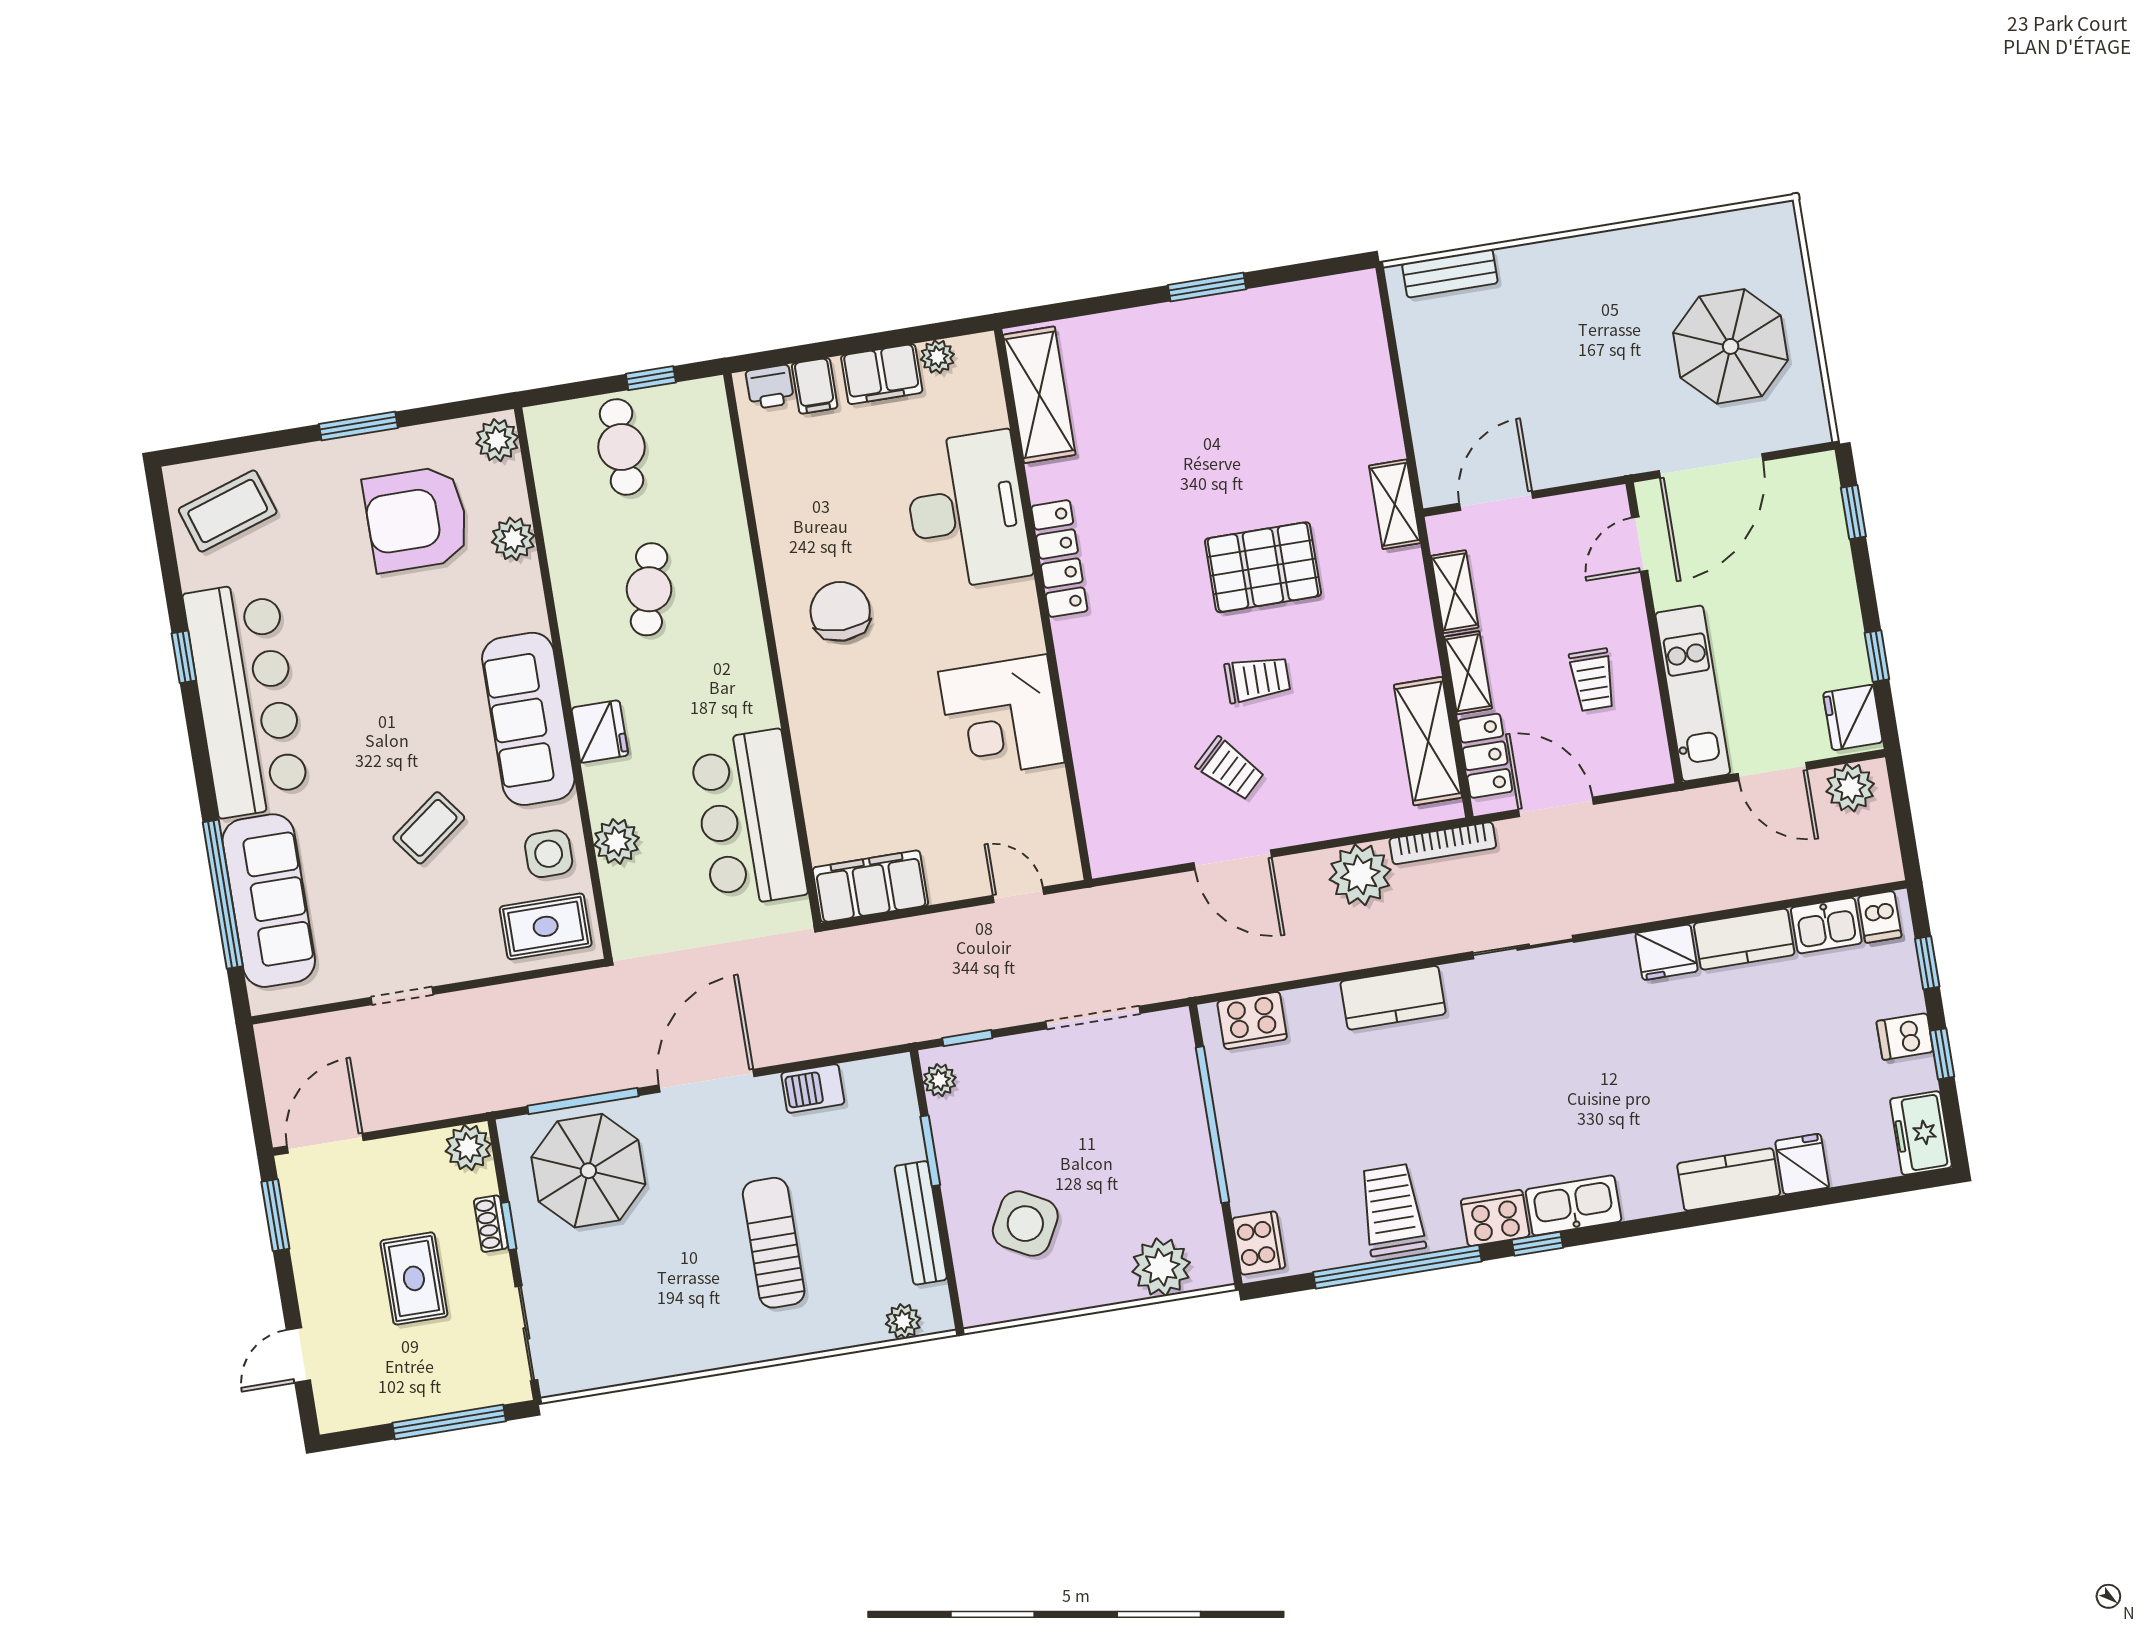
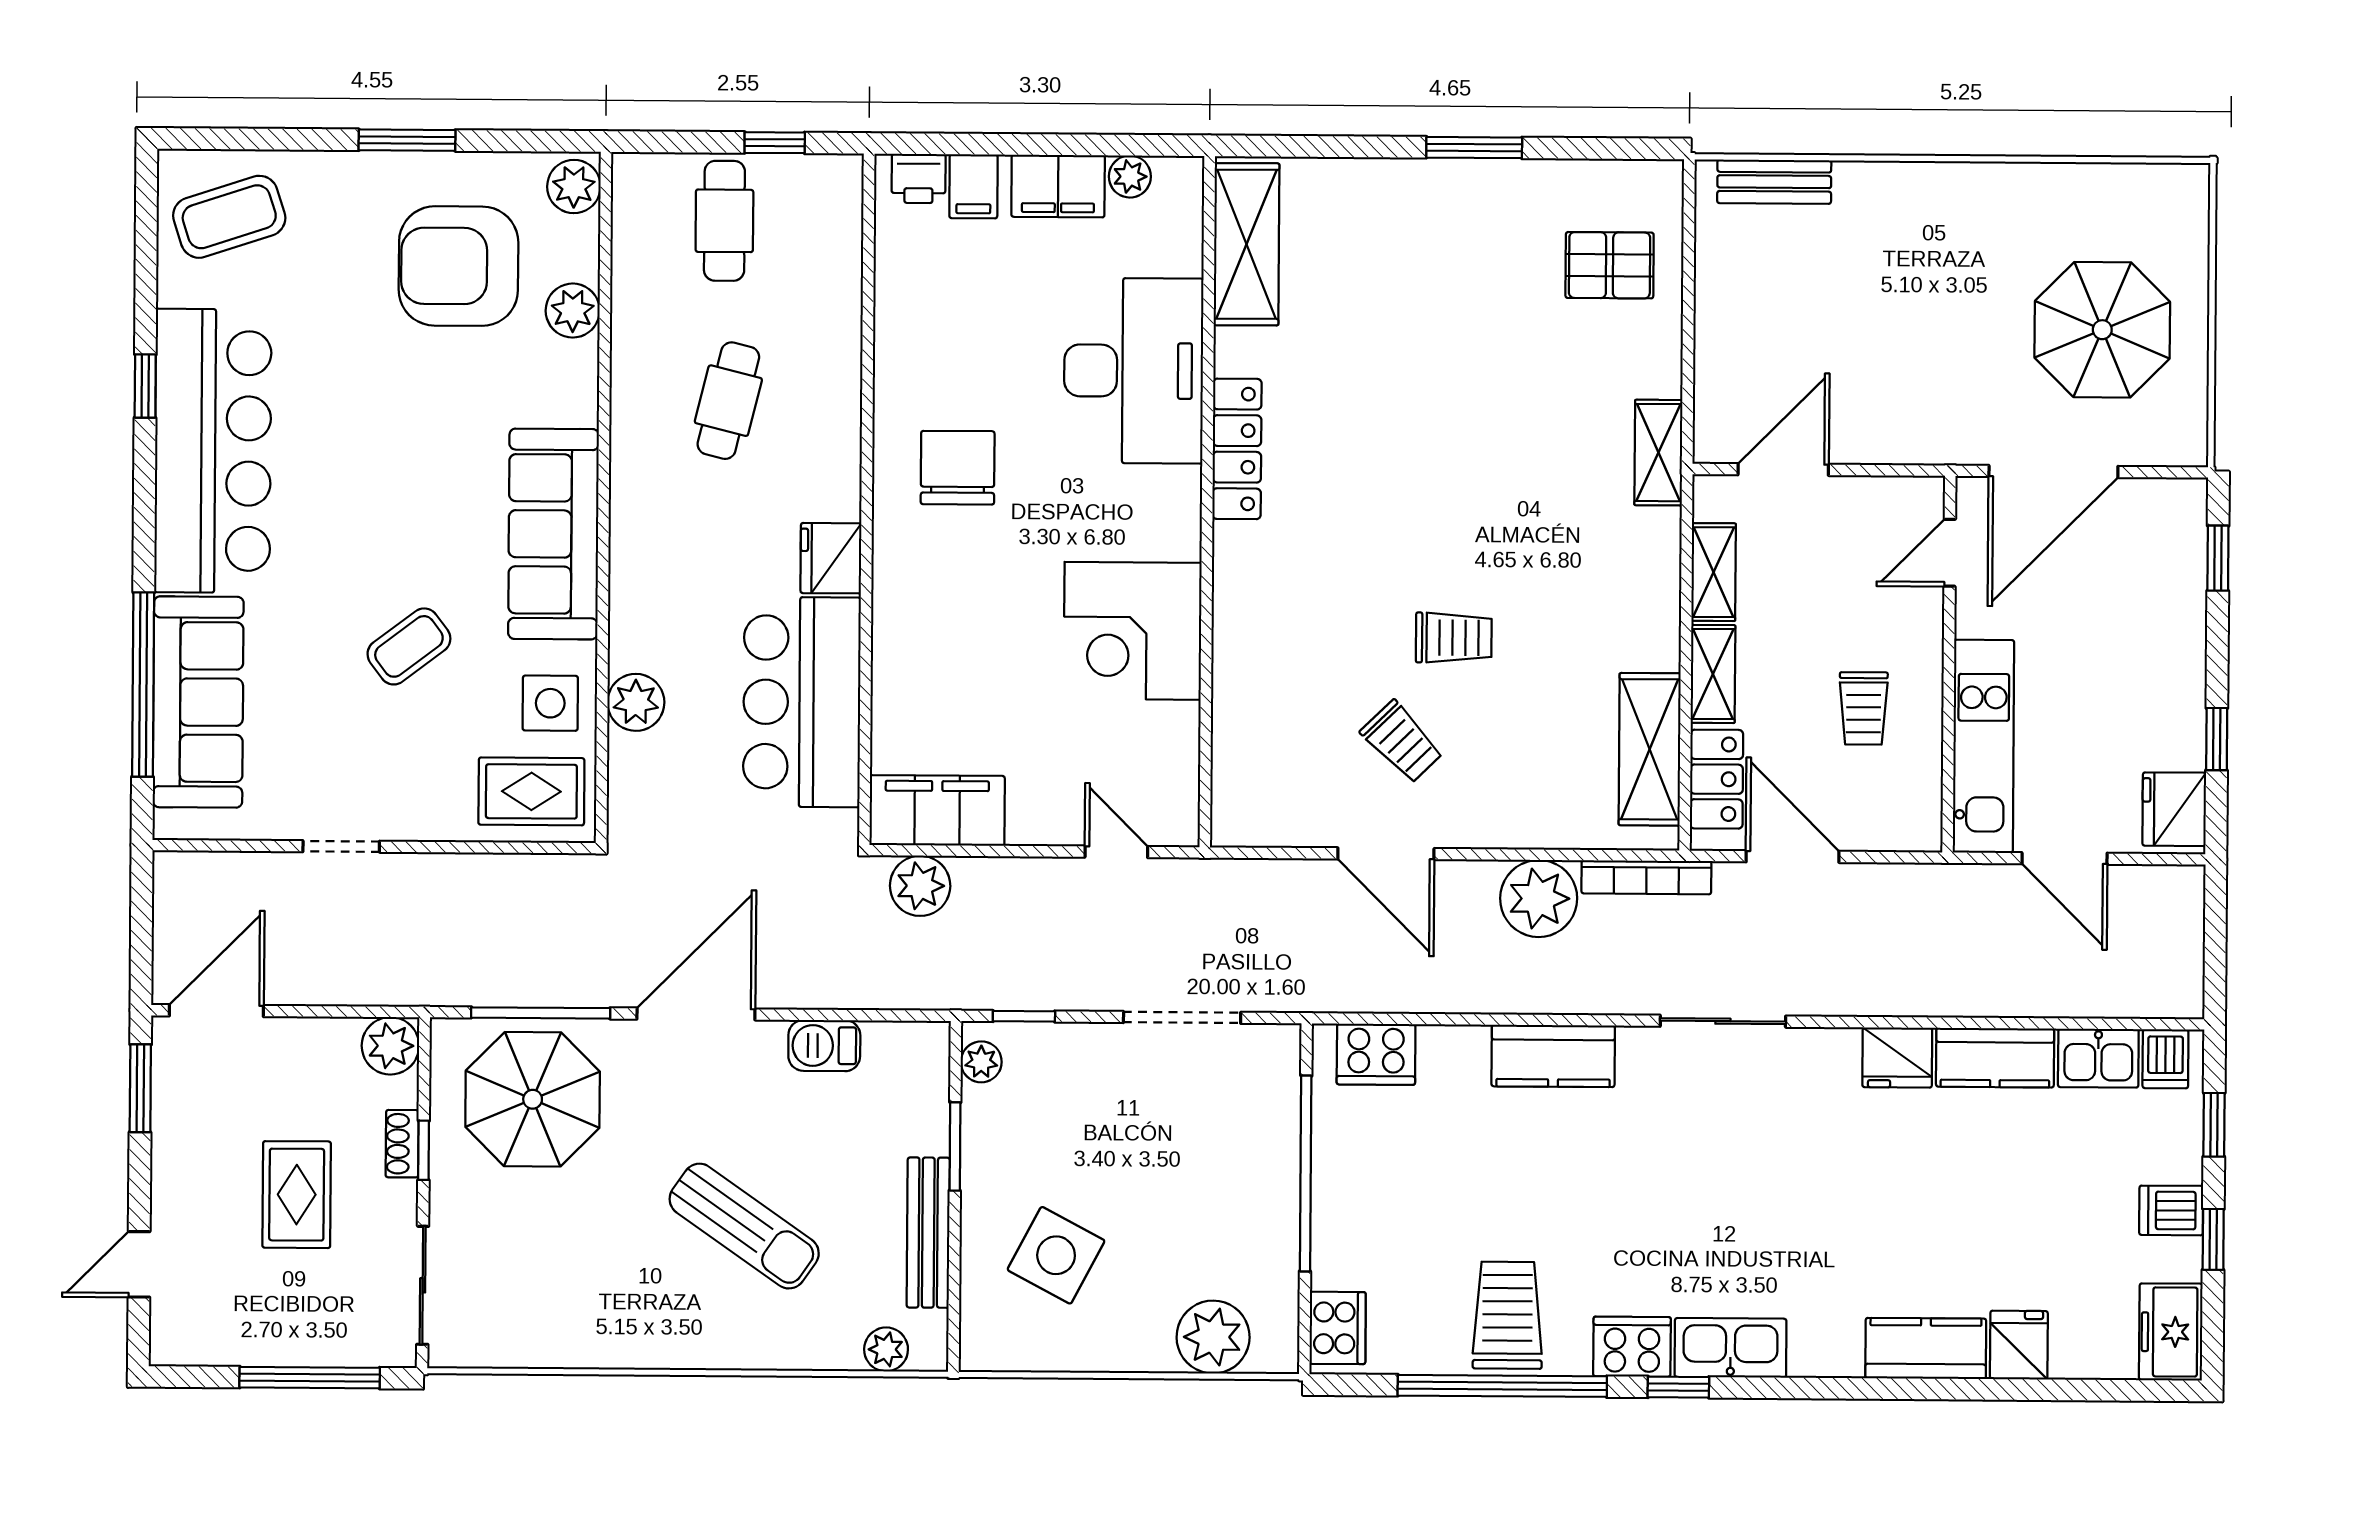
pallet: (1263, 567) -> (1610, 265), moved, width x0.67, depth x0.71
fridge: (600, 732) -> (831, 558), moved, turned 180
plant: (1850, 788) -> (920, 886), moved
sun lounger: (774, 1243) -> (744, 1226), turned 125

